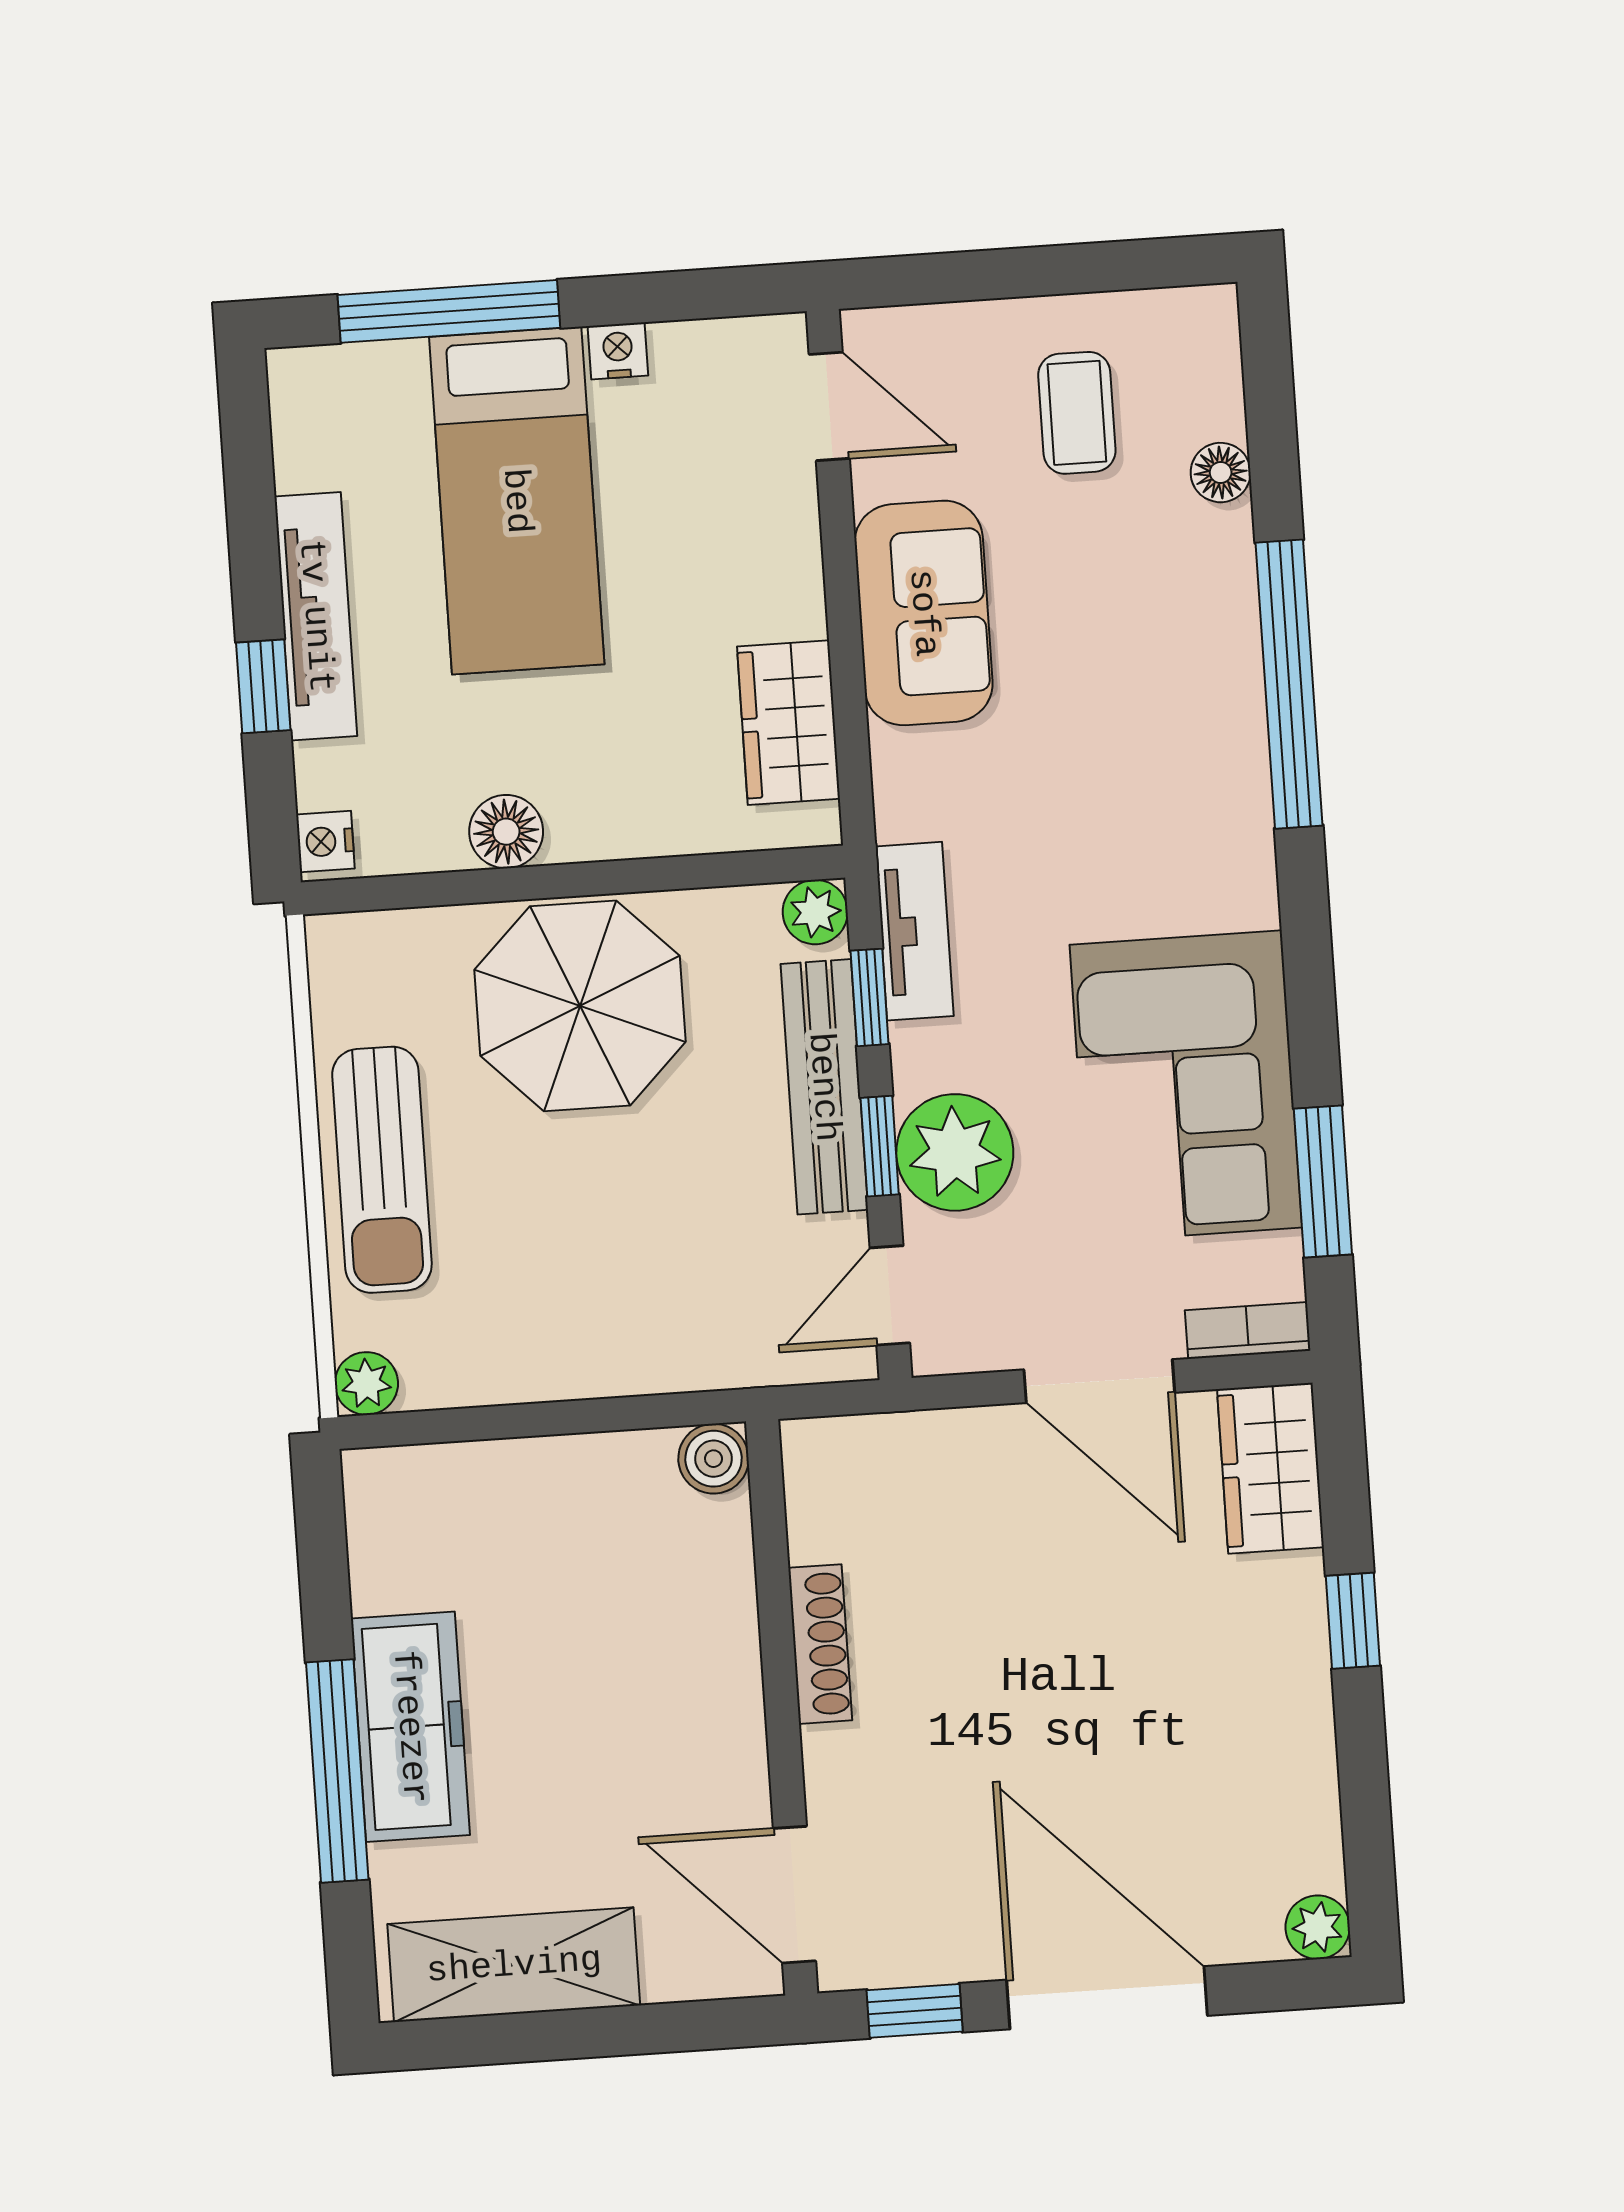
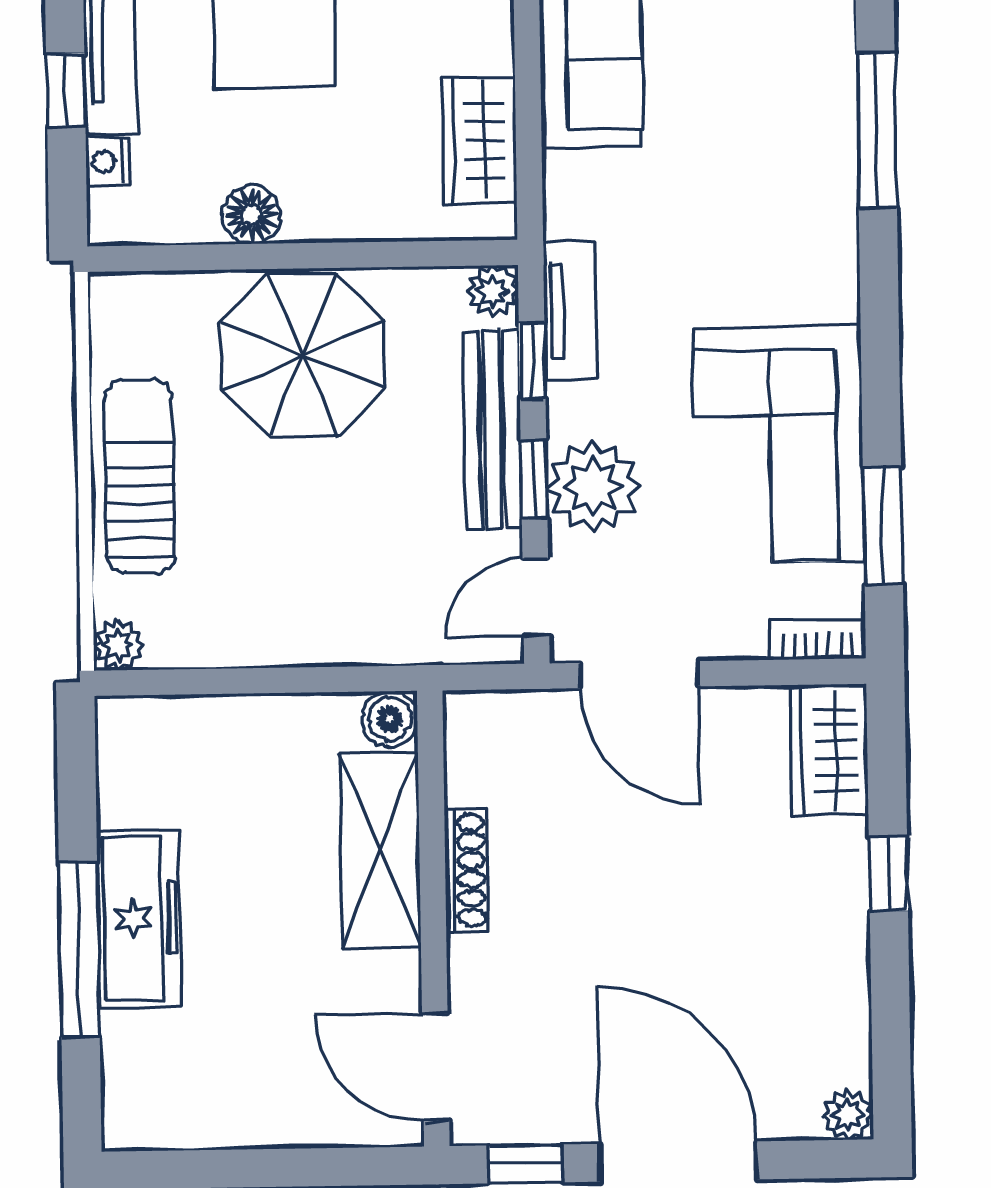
window: (1289, 684) -> (877, 131), width x0.68
nightstand: (325, 841) -> (108, 162), moved
sun lounger: (382, 1170) -> (140, 477), turned 180
door: (1099, 1381) -> (639, 675), moved
shelving: (514, 1965) -> (380, 850), moved, turned 90

